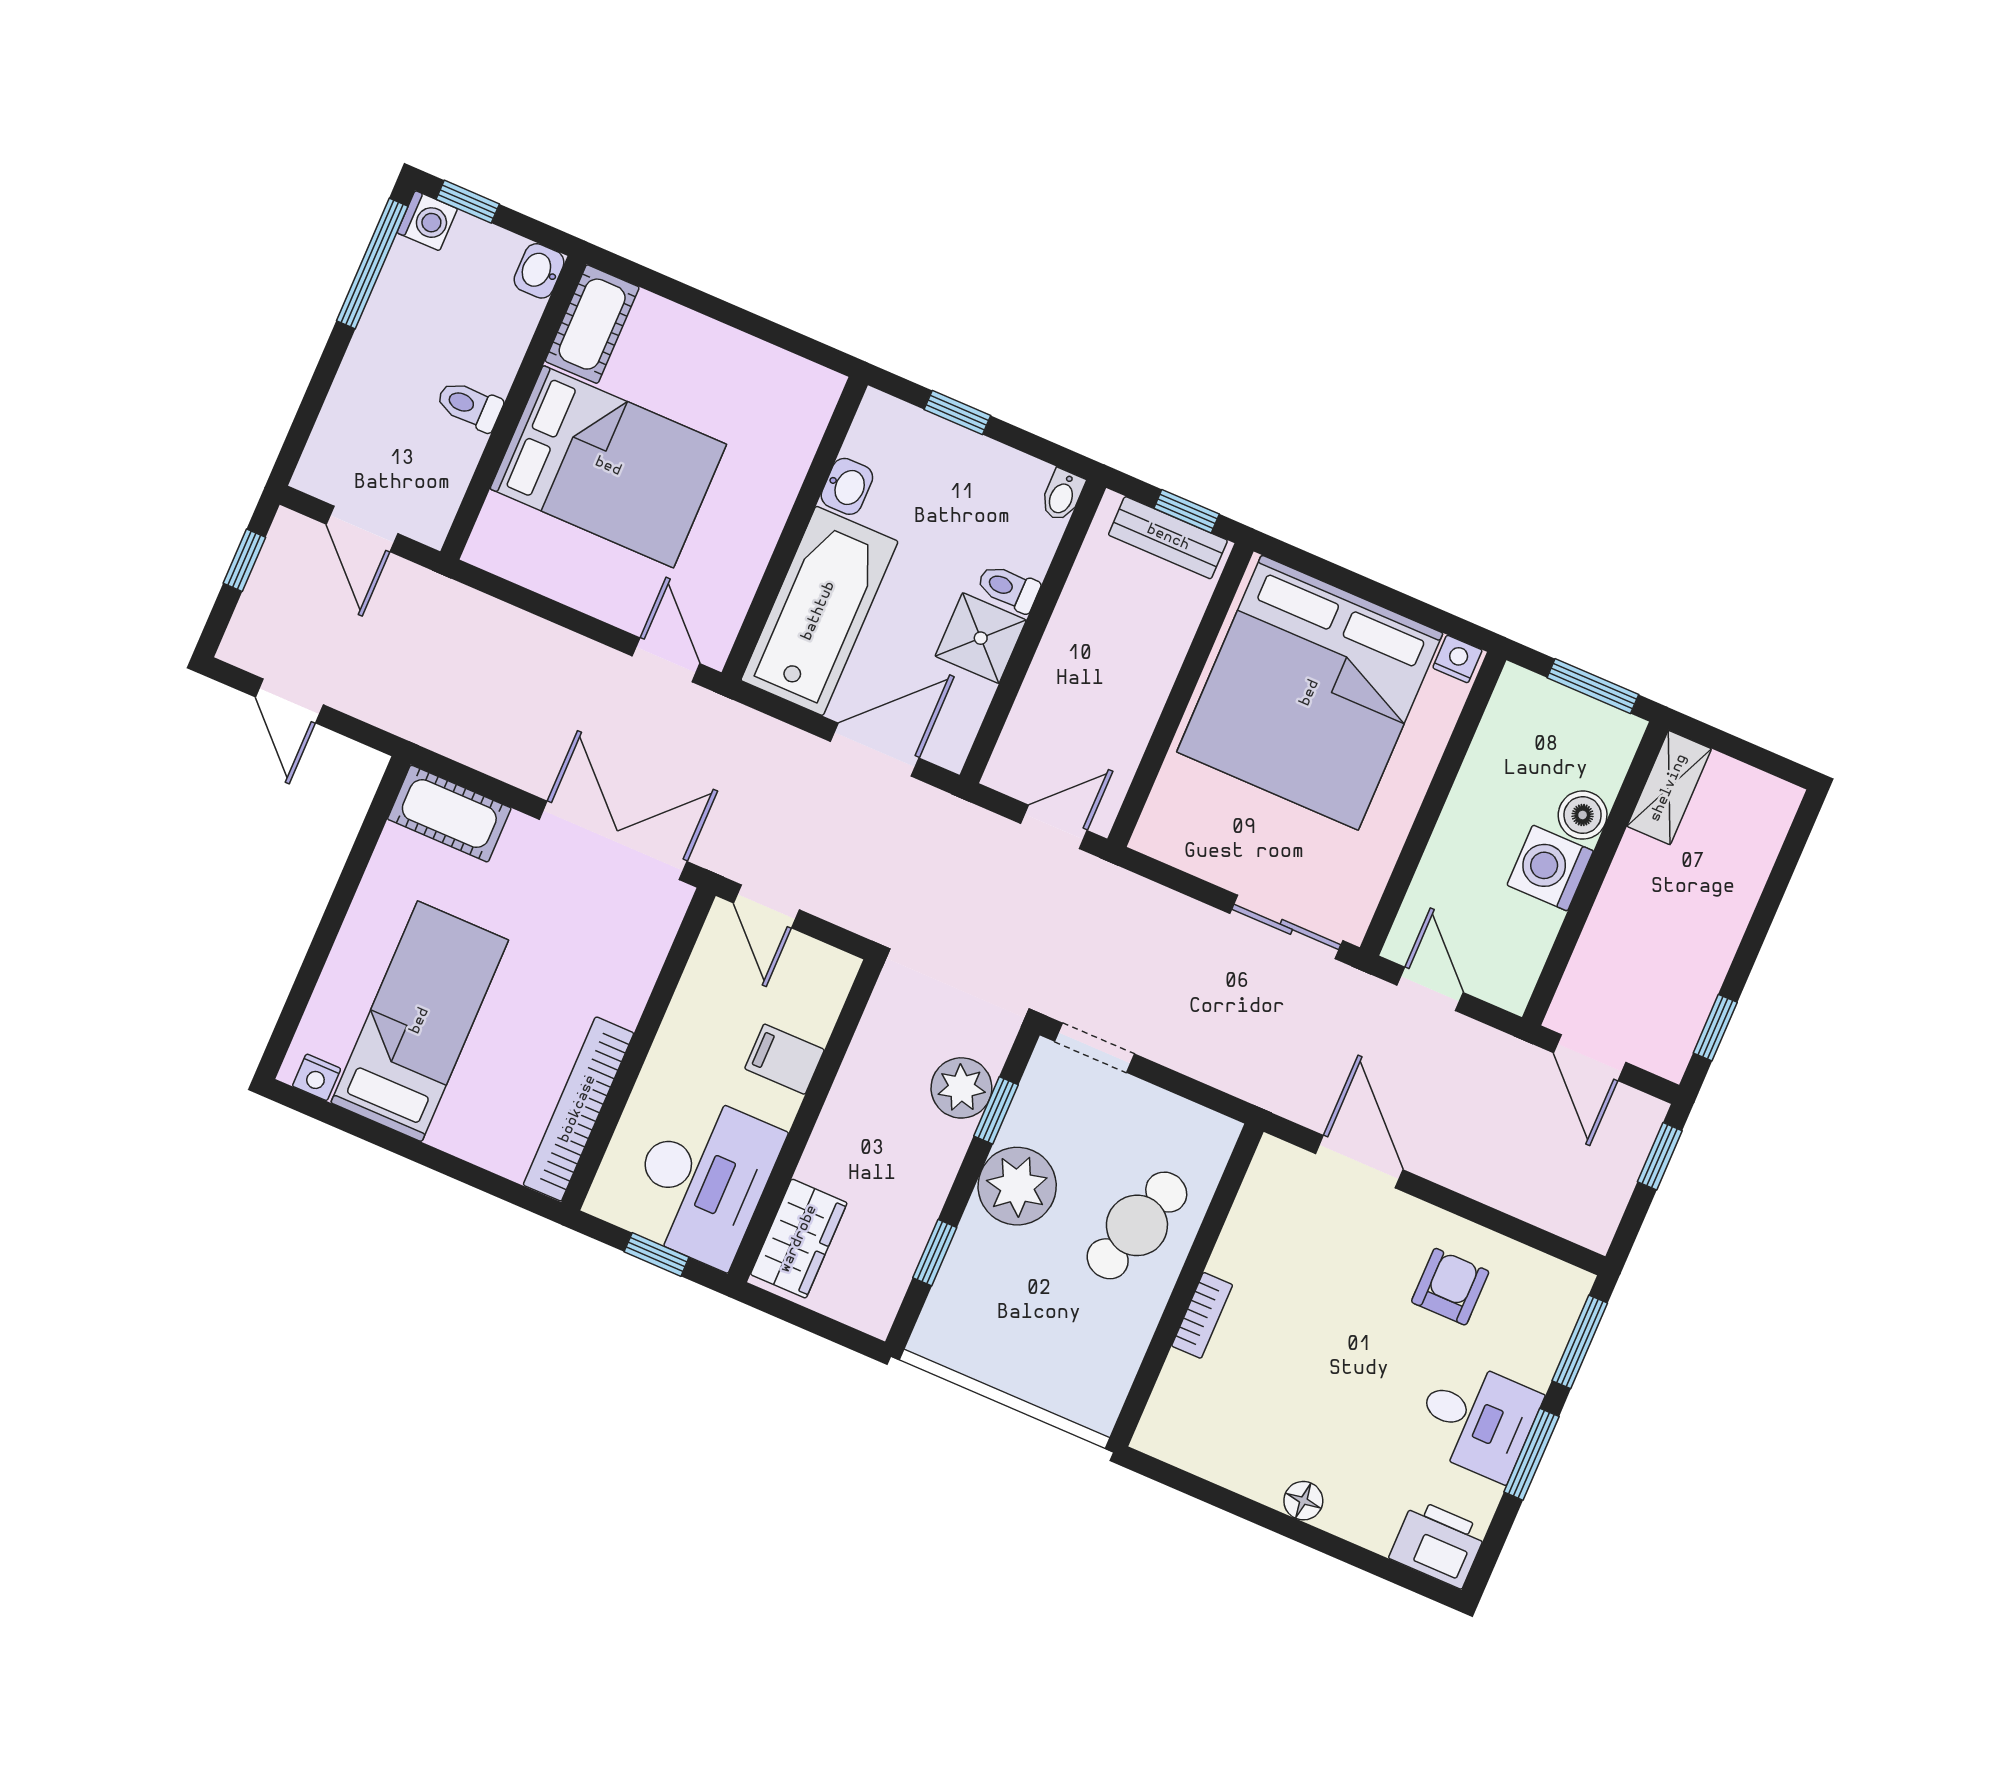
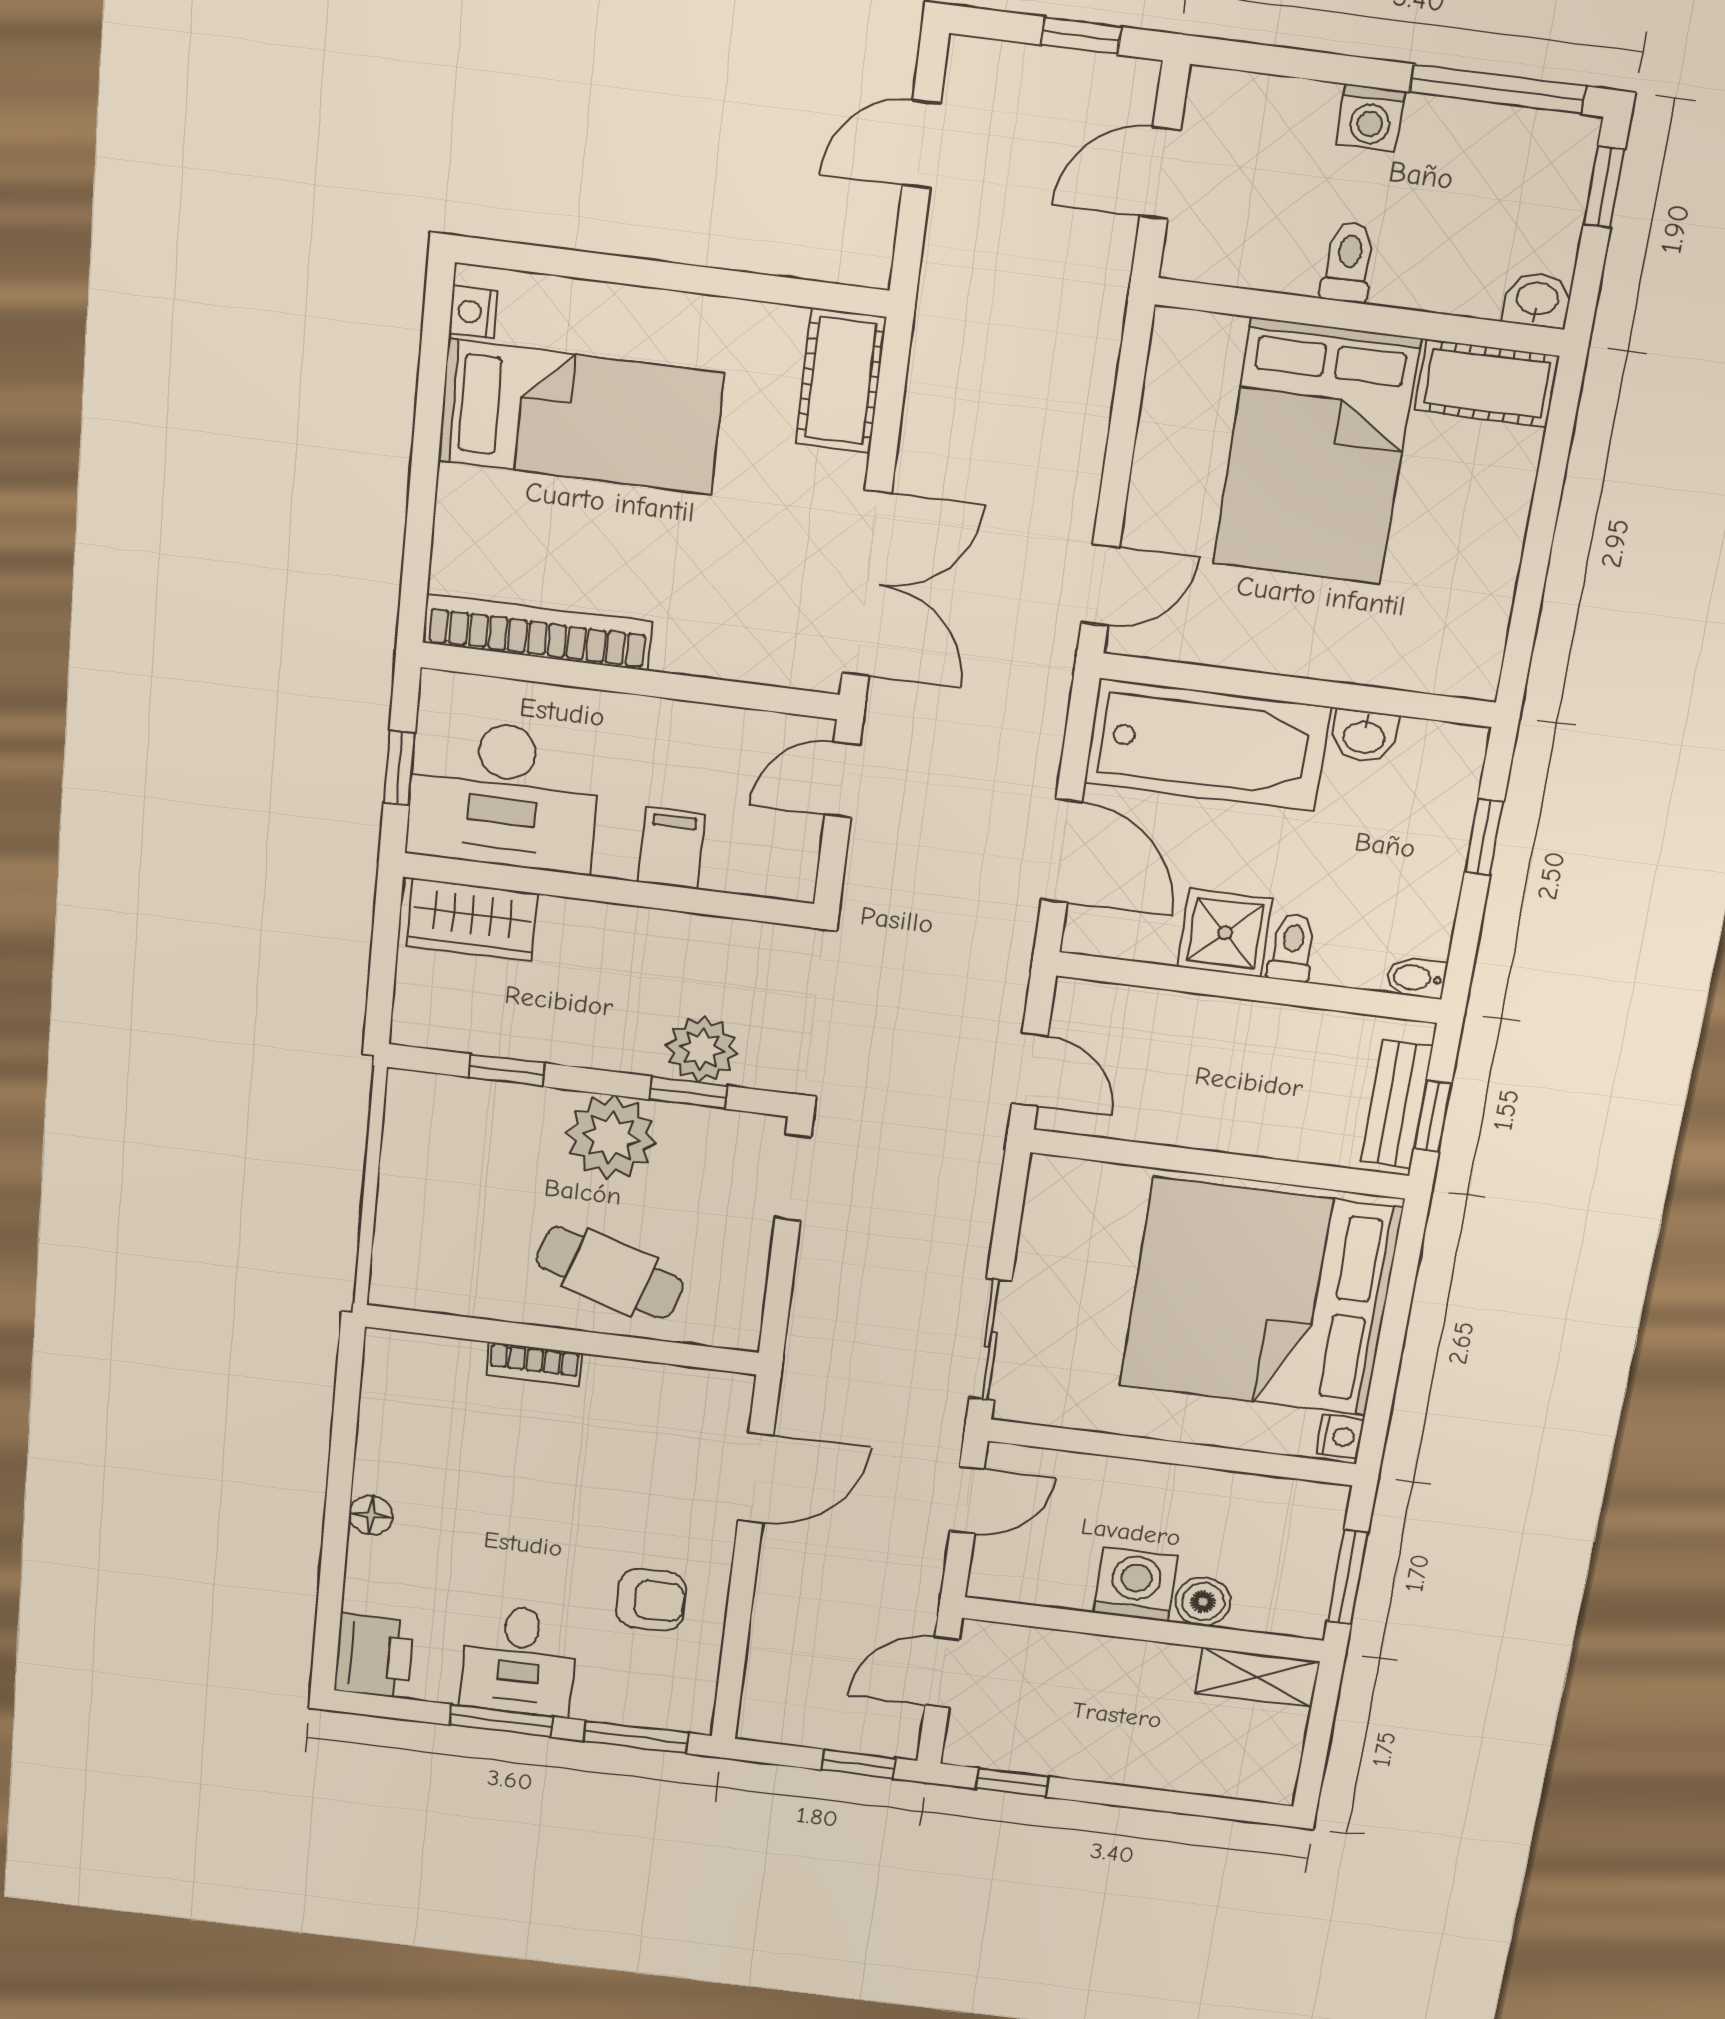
washing machine: (427, 221) -> (1371, 118), moved

